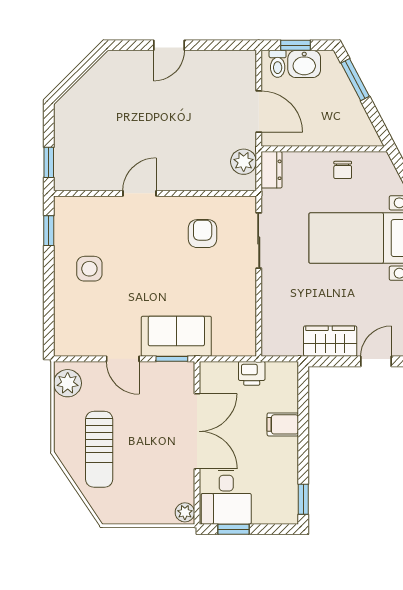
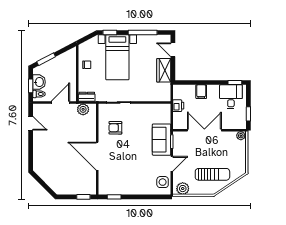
door: (169, 45) -> (31, 123), moved
door: (139, 193) -> (97, 156), width x1.88
side table: (89, 269) -> (163, 182), moved
desk: (226, 498) -> (231, 97), moved, turned -90

